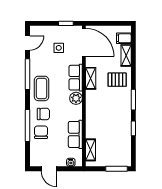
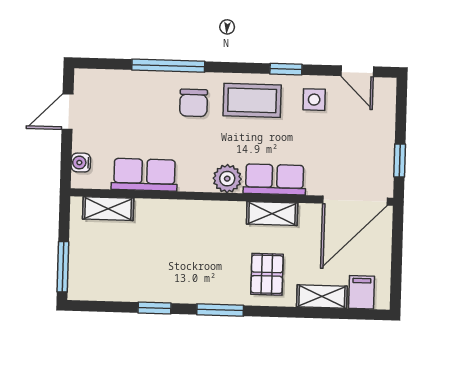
side table: (59, 48) -> (314, 100), moved
window: (27, 74) -> (286, 69), width x0.46
chair: (41, 132) -> (152, 96), removed

